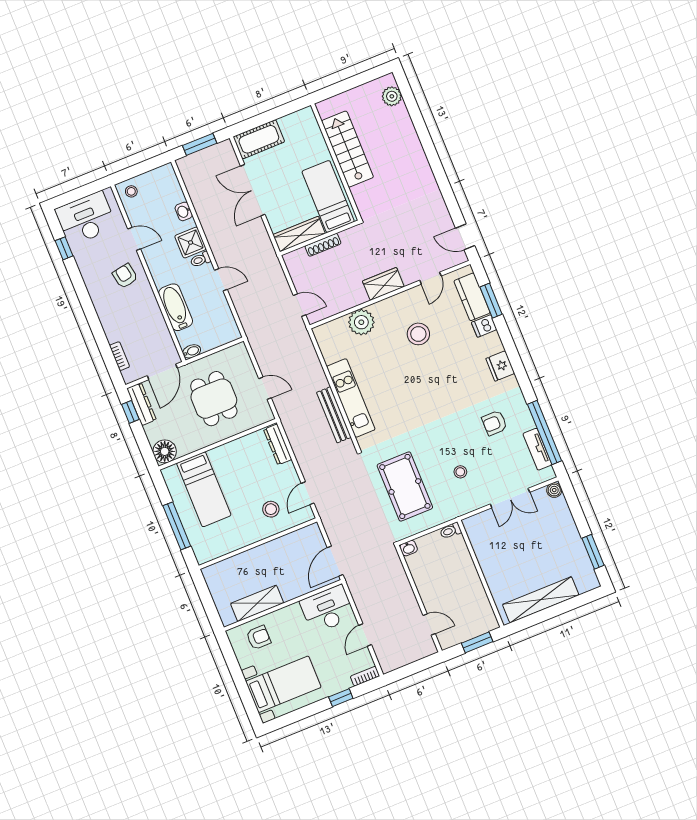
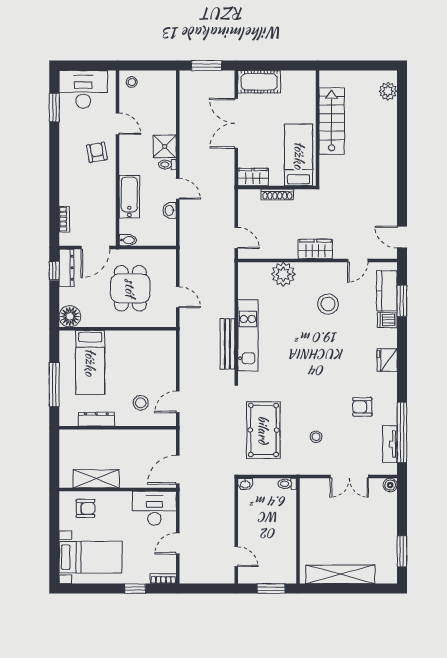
washbasin: (184, 211) -> (170, 210), moved
wardrobe: (299, 234) -> (253, 177), width x0.67
window: (64, 248) -> (54, 107), width x1.50
dresser: (278, 444) -> (96, 419), moved, turned 90

